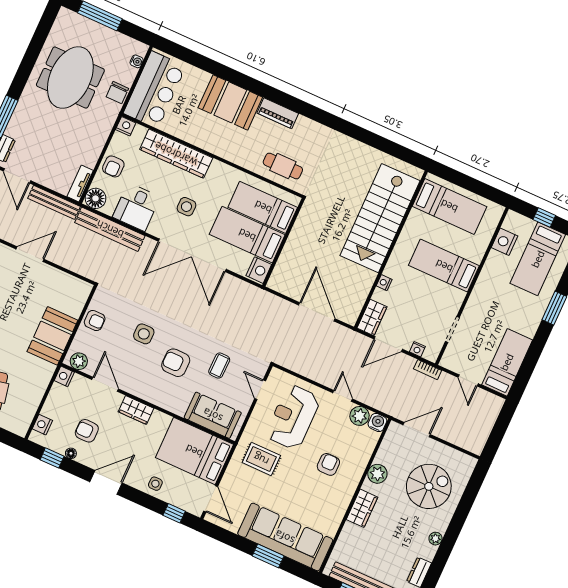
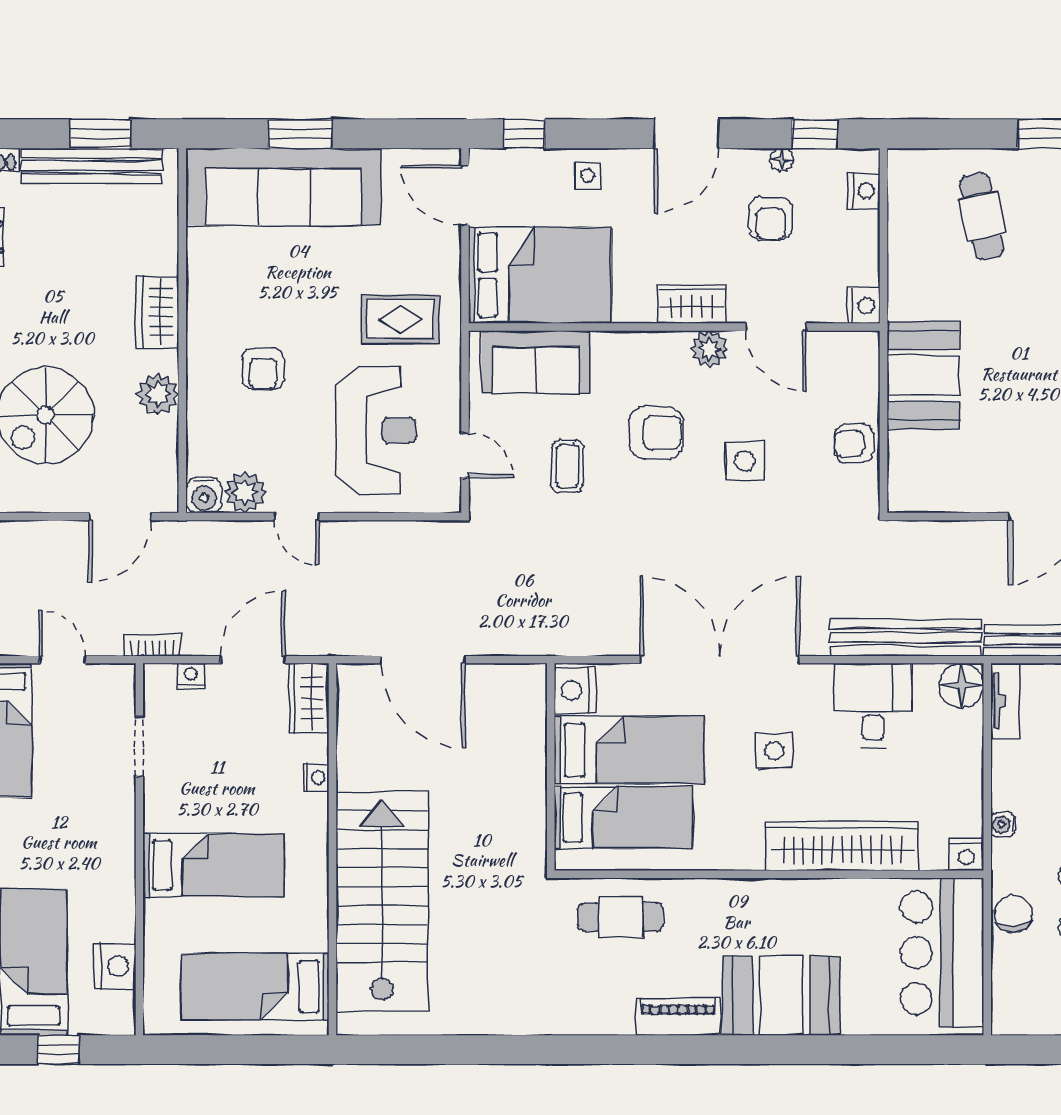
water cooler: (137, 61) -> (1003, 825), moved
armchair: (113, 166) -> (955, 764), removed
plant: (79, 361) -> (709, 349), moved
armchair: (87, 431) -> (770, 219), turned 90

